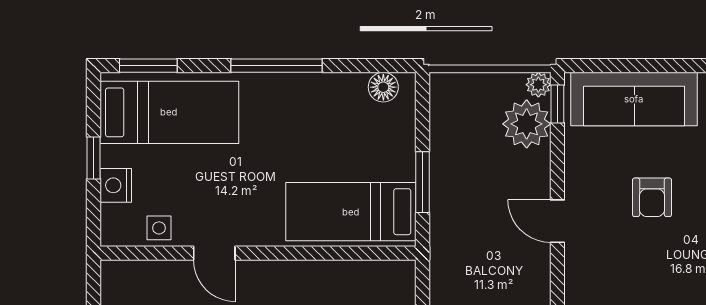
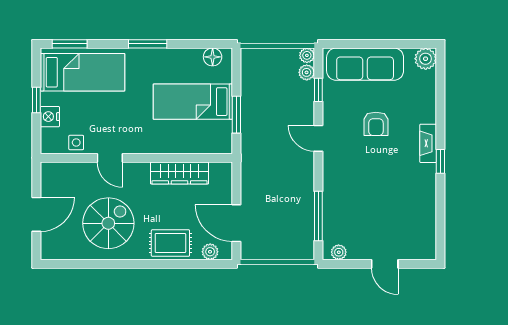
window: (277, 66) -> (148, 44), width x0.69
window: (557, 104) -> (318, 90), moved
plant: (527, 124) -> (307, 72), width x0.53, depth x0.53
bed: (351, 212) -> (193, 102), moved
wardrobe: (329, 278) -> (180, 173), added

